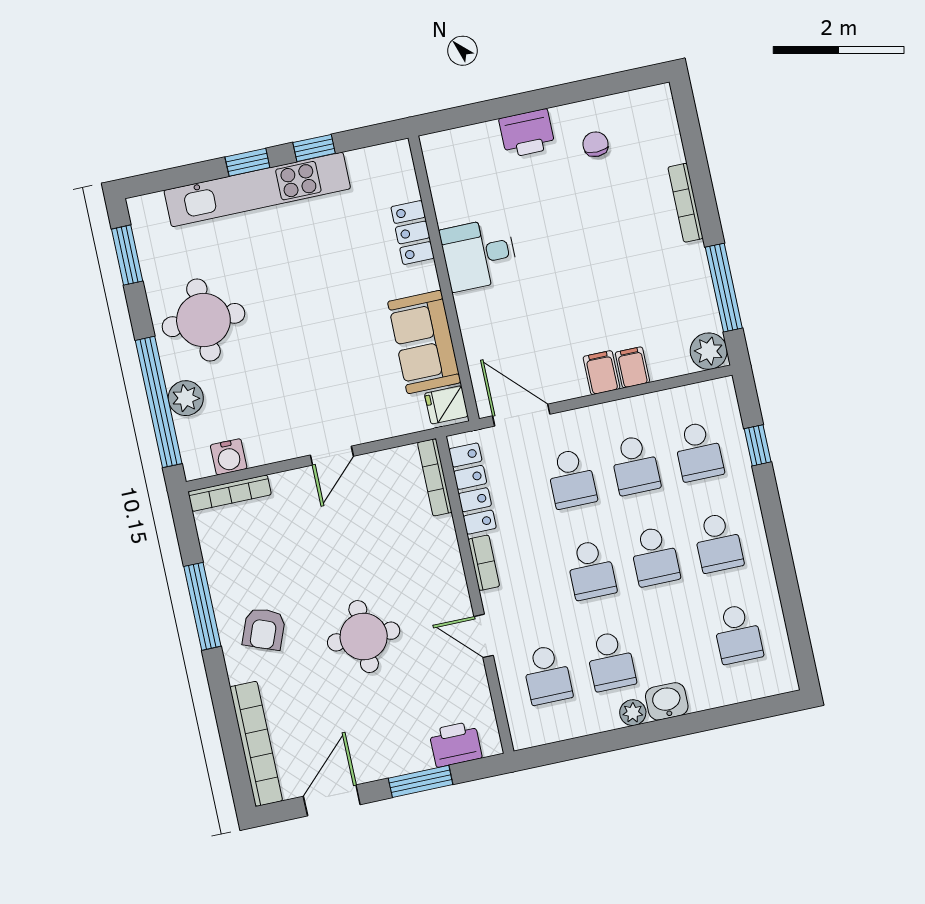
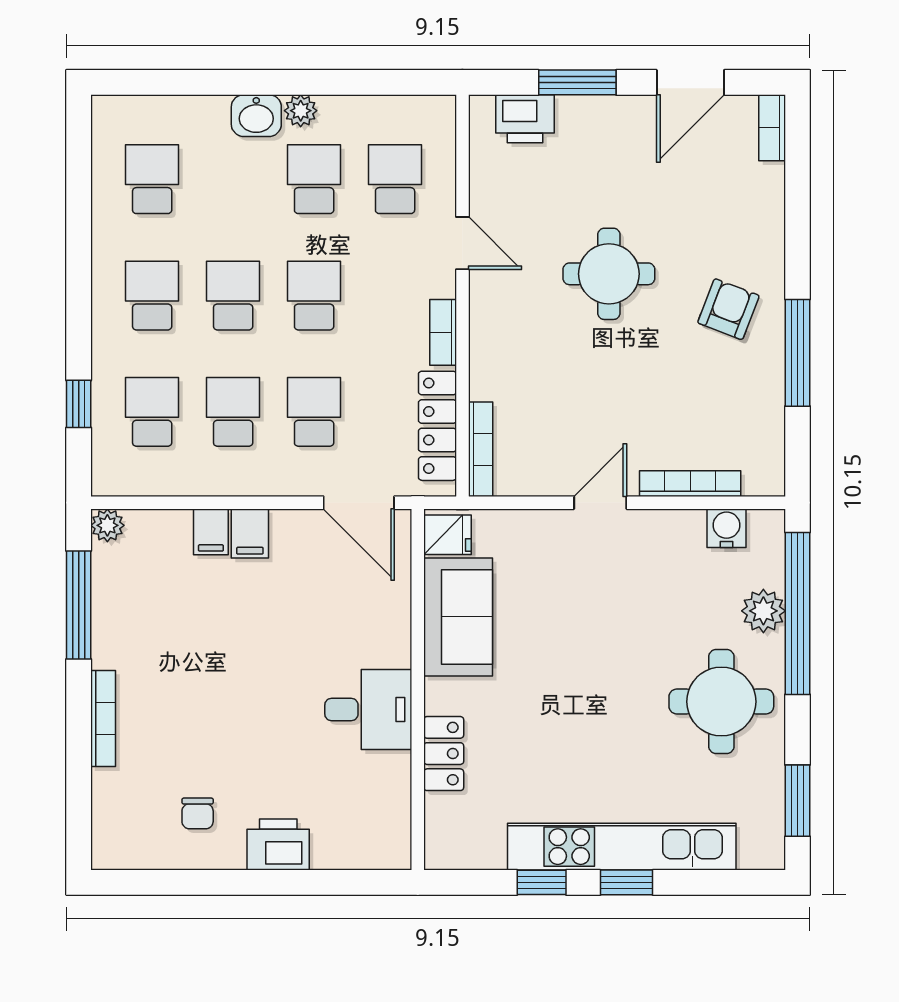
plant: (709, 351) -> (107, 525), width x0.73, depth x0.73
bookcase: (230, 493) -> (690, 484), moved
bookcase: (256, 744) -> (772, 128), width x0.43, depth x0.76

